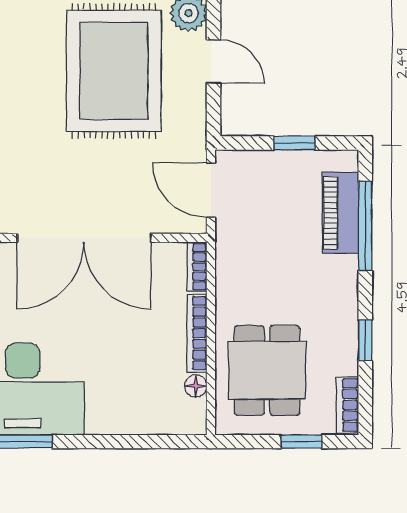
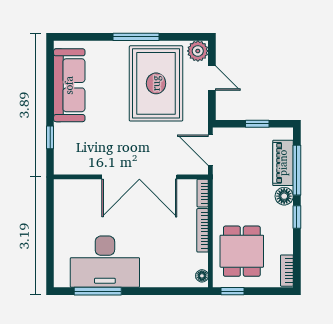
floor lamp: (343, 272) -> (284, 196), added
window: (365, 340) -> (297, 217), moved
floor lamp: (196, 386) -> (202, 276), moved
window: (302, 442) -> (232, 291), moved

